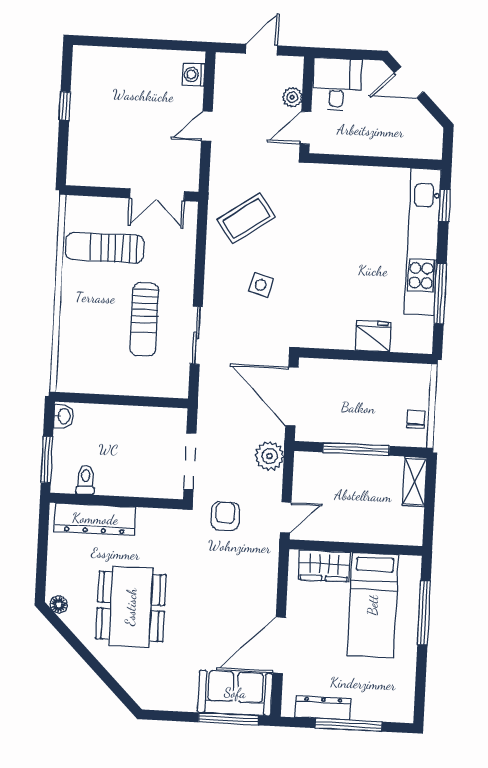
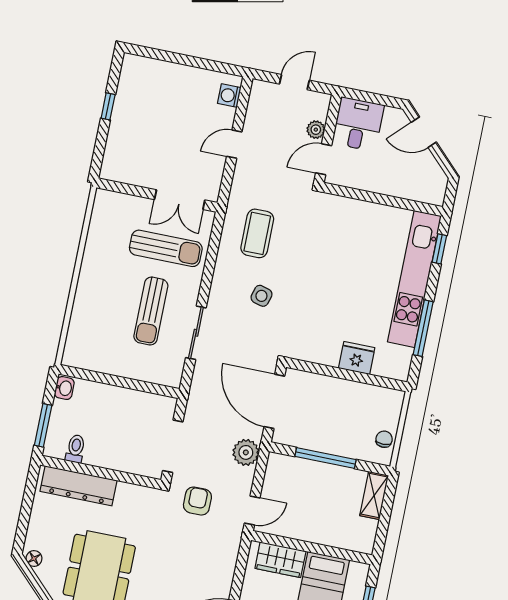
coffee table: (246, 218) -> (257, 233), turned -55
sun lounger: (105, 248) -> (166, 248), moved, turned 180

